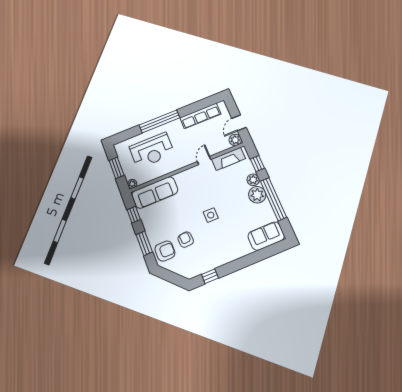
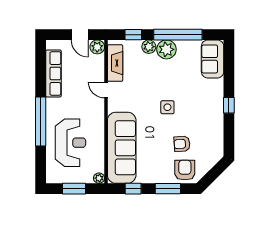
sofa: (155, 192) -> (122, 148), width x1.36, depth x1.27
window: (210, 276) -> (229, 105), moved

